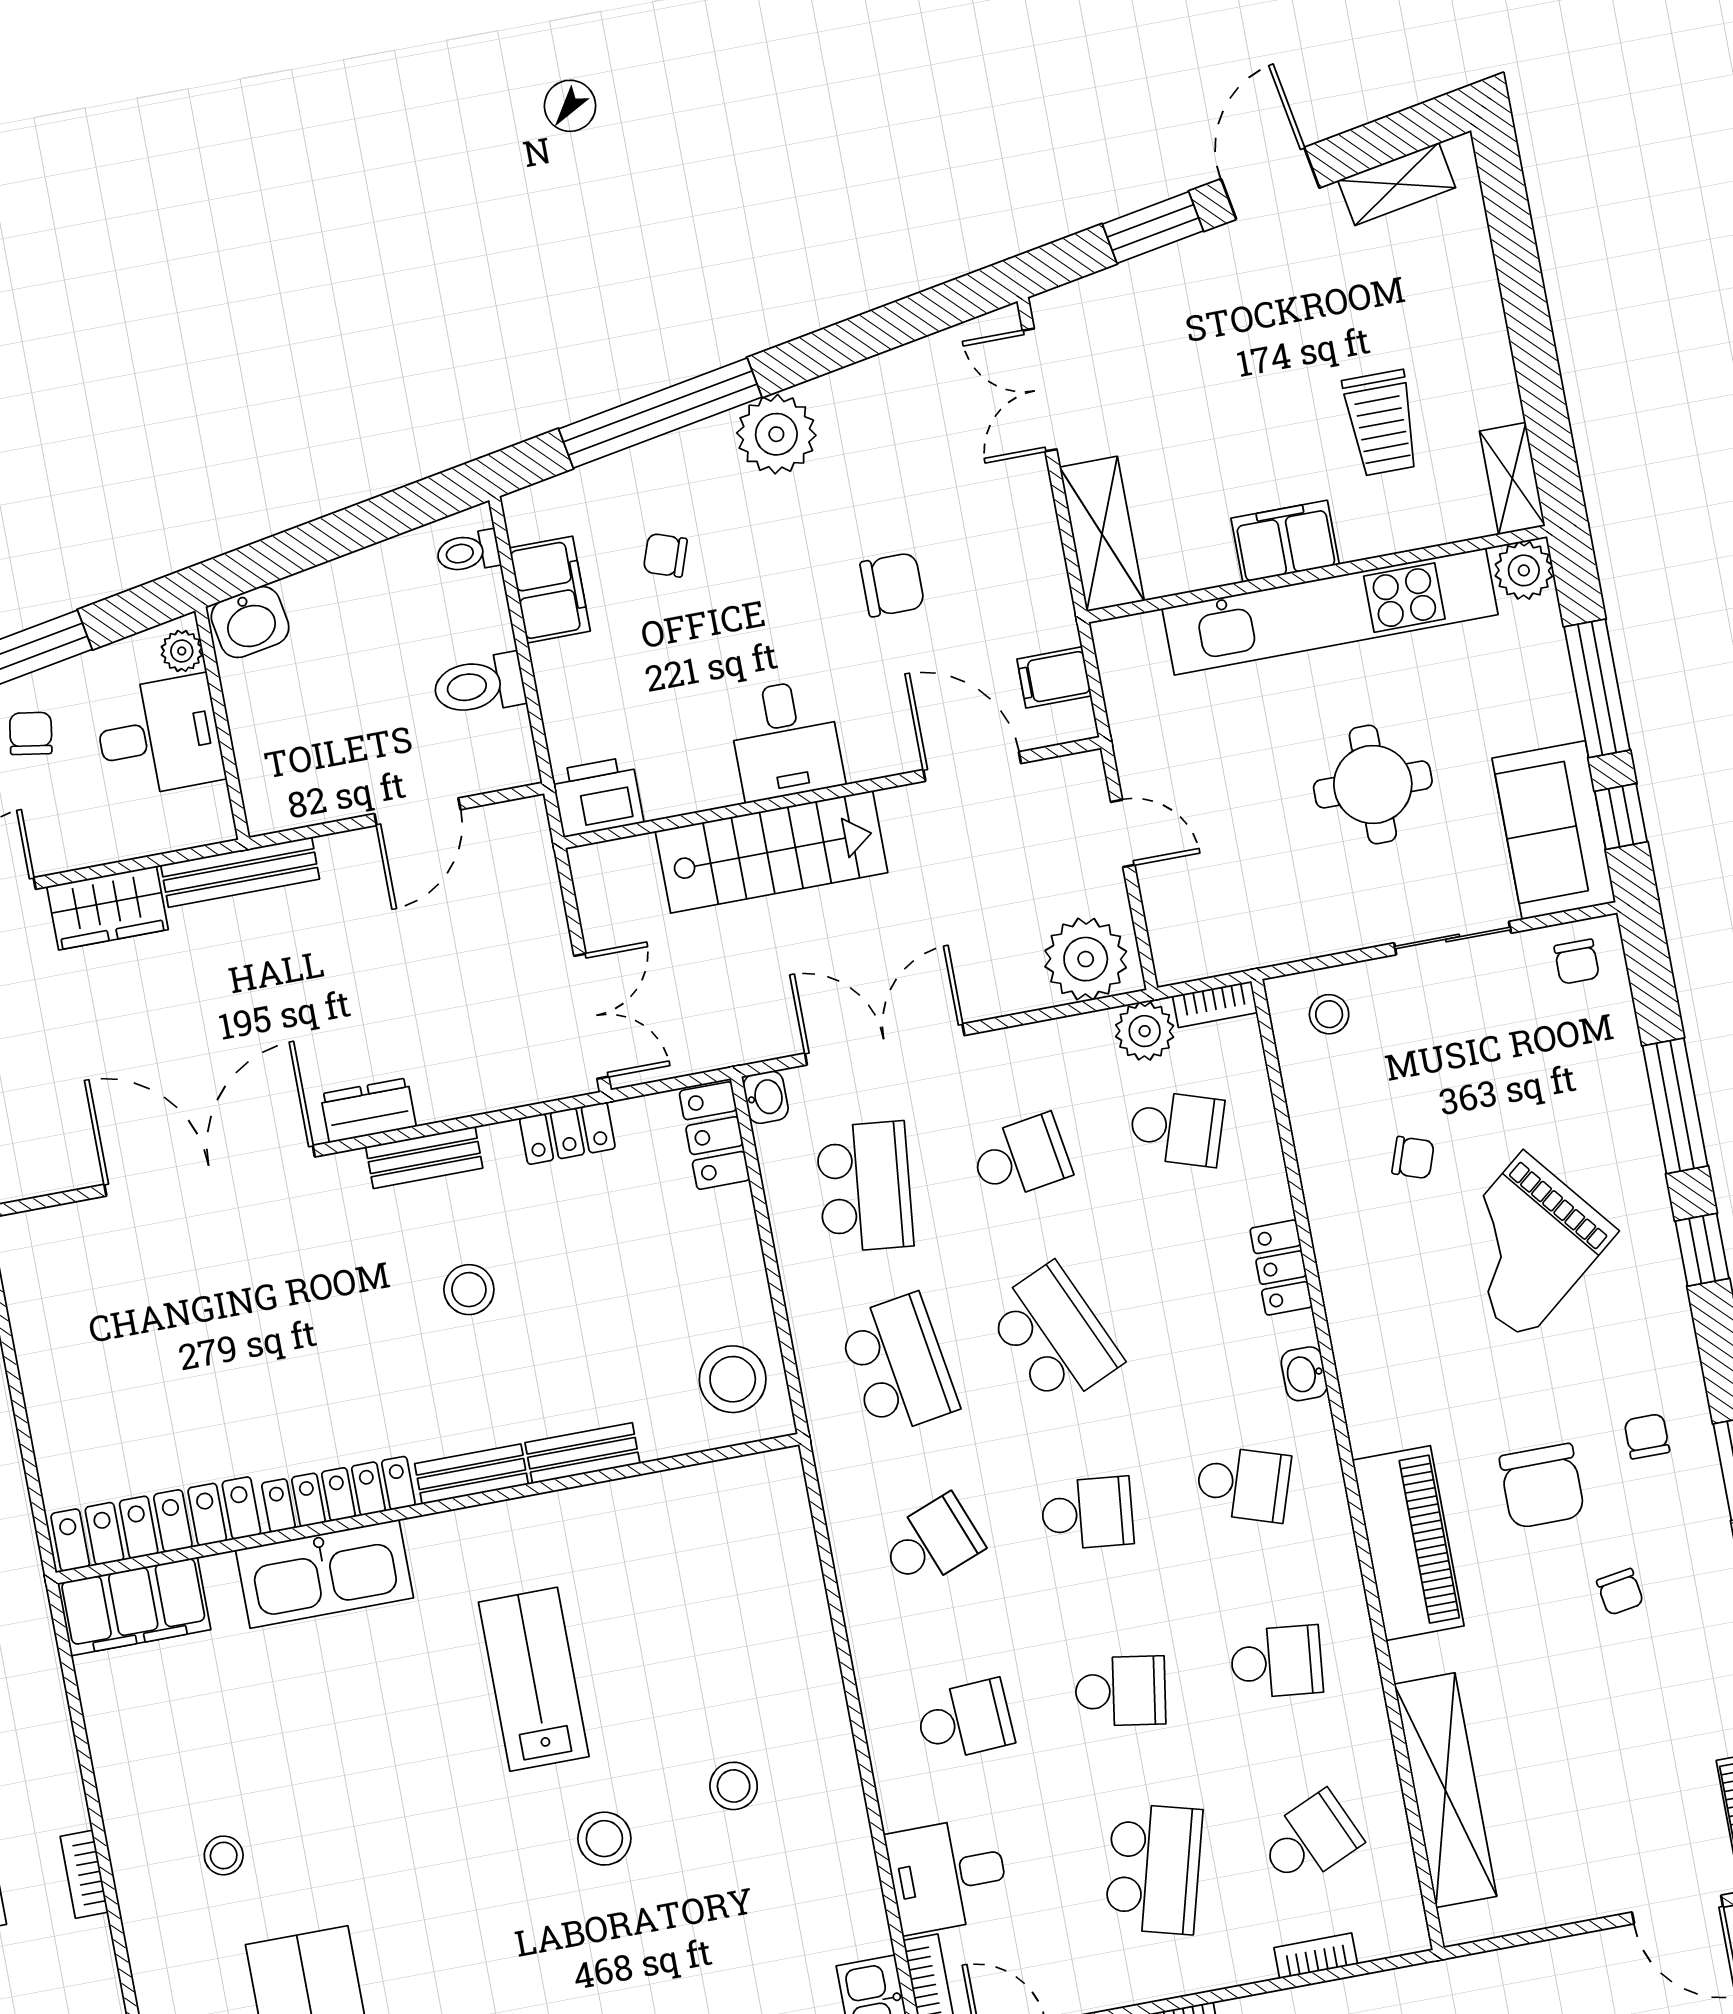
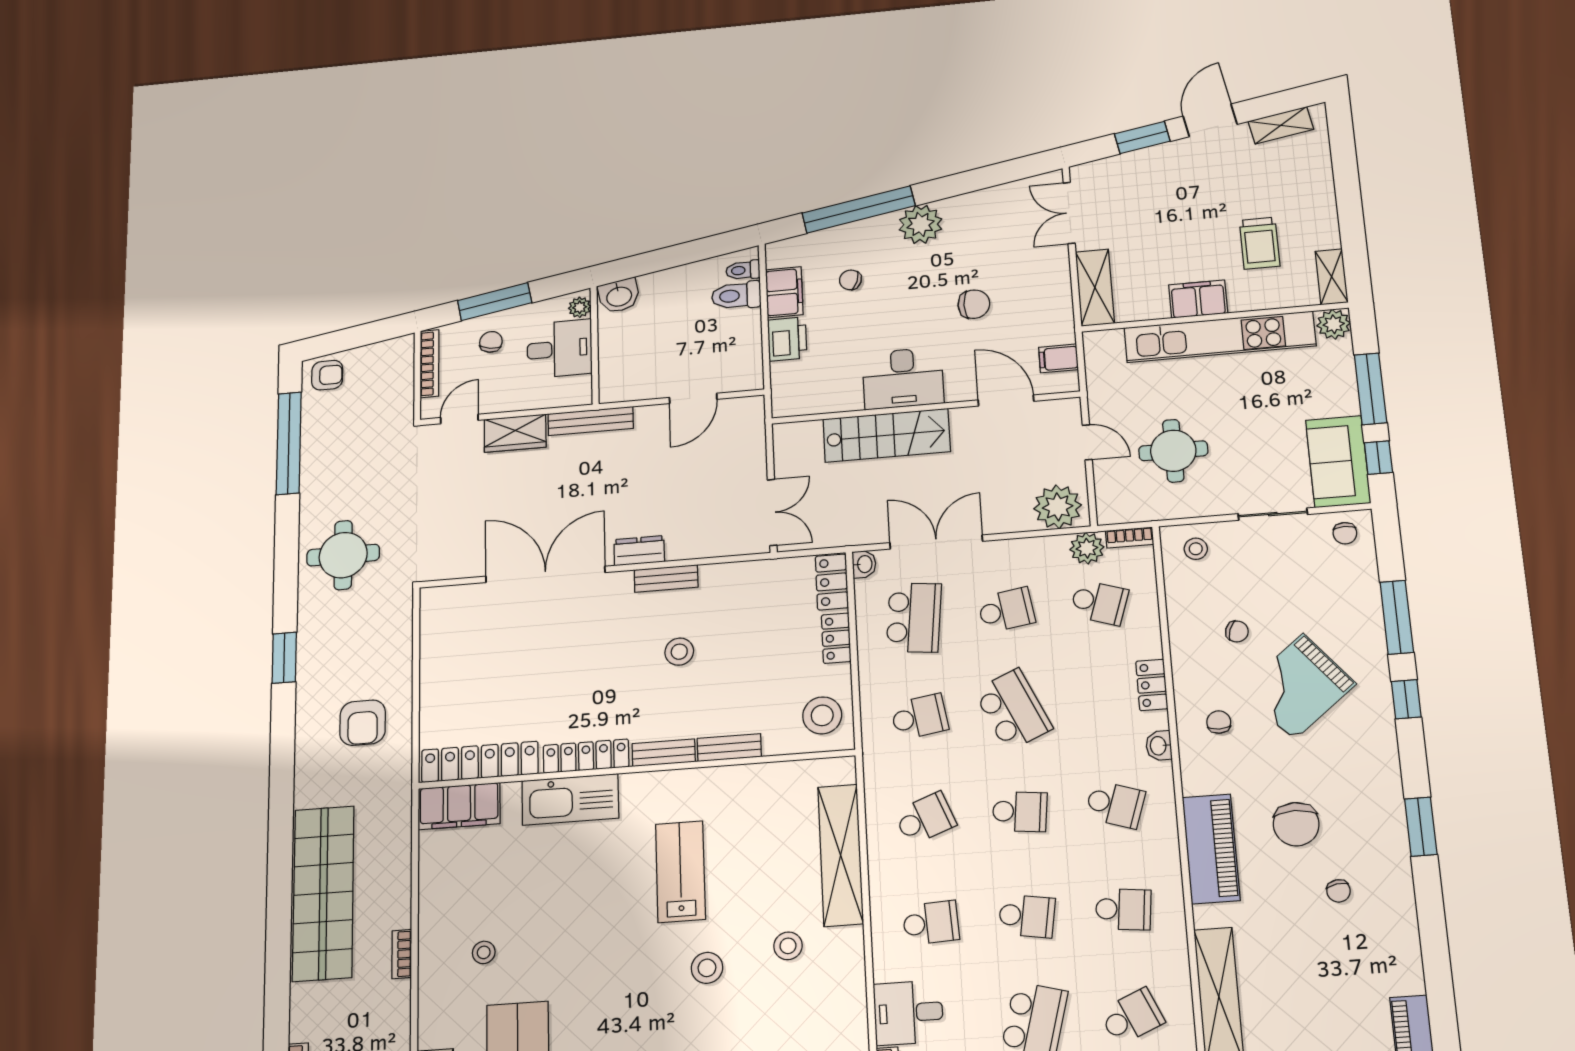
toilet: (479, 685) -> (736, 296), moved
desk: (786, 740) -> (903, 378), width x1.37
round table: (1373, 784) -> (1173, 451), moved
printer: (597, 797) -> (787, 339), moved, turned 90
locker: (567, 1133) -> (836, 638), moved, turned 90
school desk: (898, 1365) -> (919, 717), width x0.54
chair: (1647, 1436) -> (1219, 722), moved
shelving: (799, 1621) -> (841, 855), added

